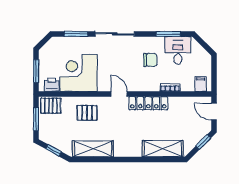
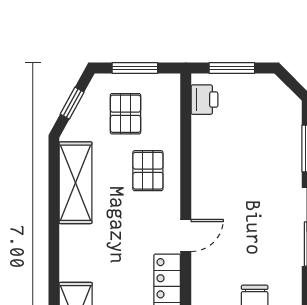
corner desk: (79, 73) -> (228, 154), removed
pallet: (51, 106) -> (126, 114), moved

